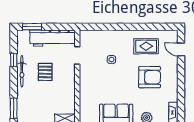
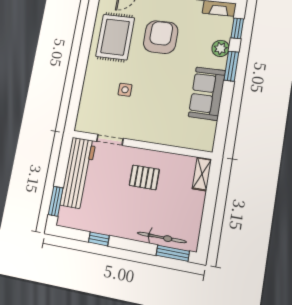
rug: (146, 46) -> (115, 37), width x1.36, depth x1.43
bicycle: (22, 71) -> (162, 237), moved
pallet: (45, 72) -> (144, 177), moved

